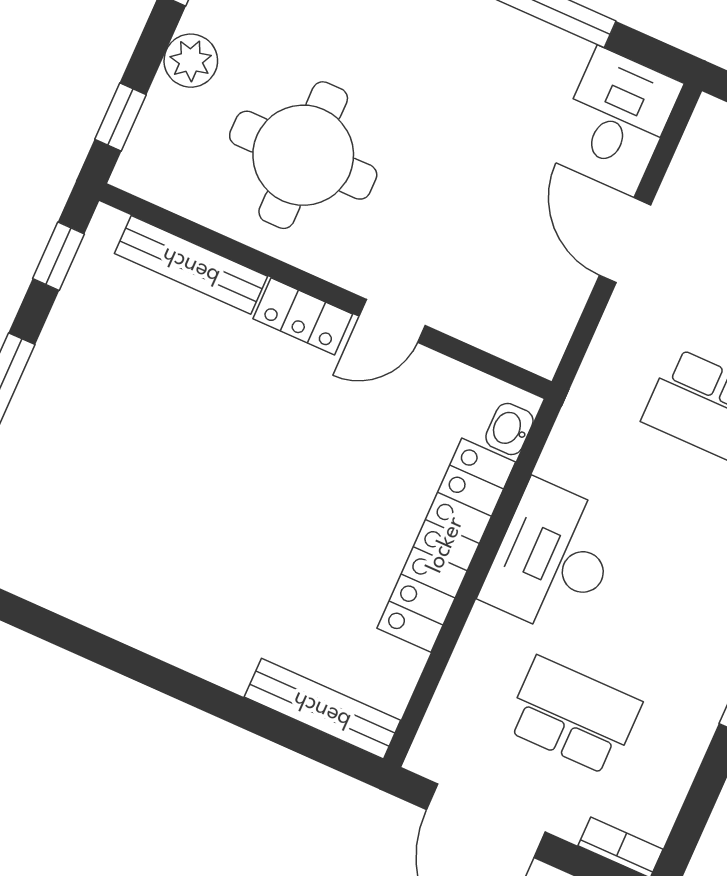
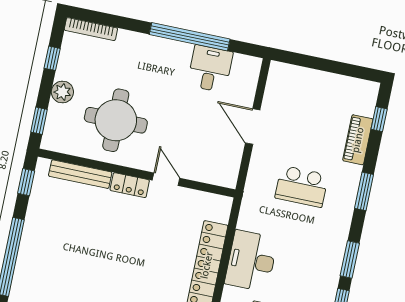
desk: (620, 111) -> (210, 69), moved
door: (392, 321) -> (166, 179), swing flipped
washbasin: (509, 429) -> (223, 212), removed

